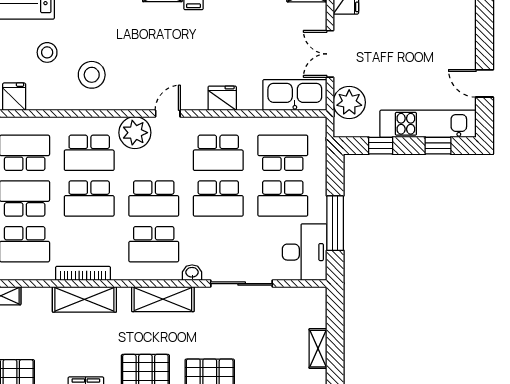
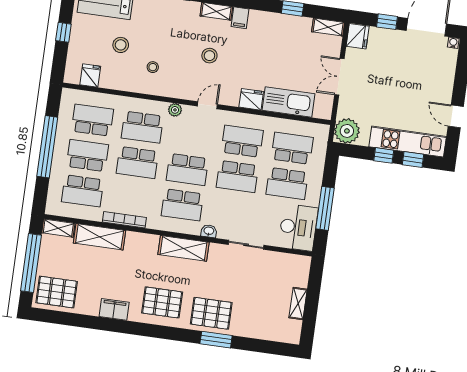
stool: (162, 50) -> (209, 56), added
stool: (92, 75) -> (153, 67), width x0.53, depth x0.53
kitchen sink: (295, 95) -> (289, 102), moved
plant: (349, 102) -> (347, 131), moved
plant: (135, 133) -> (175, 110), width x0.53, depth x0.53
window: (381, 146) -> (384, 155), moved
school desk: (218, 153) -> (242, 141), turned 180
sliding door: (242, 284) -> (246, 245), width x0.73
shelving: (84, 299) -> (100, 237), moved

